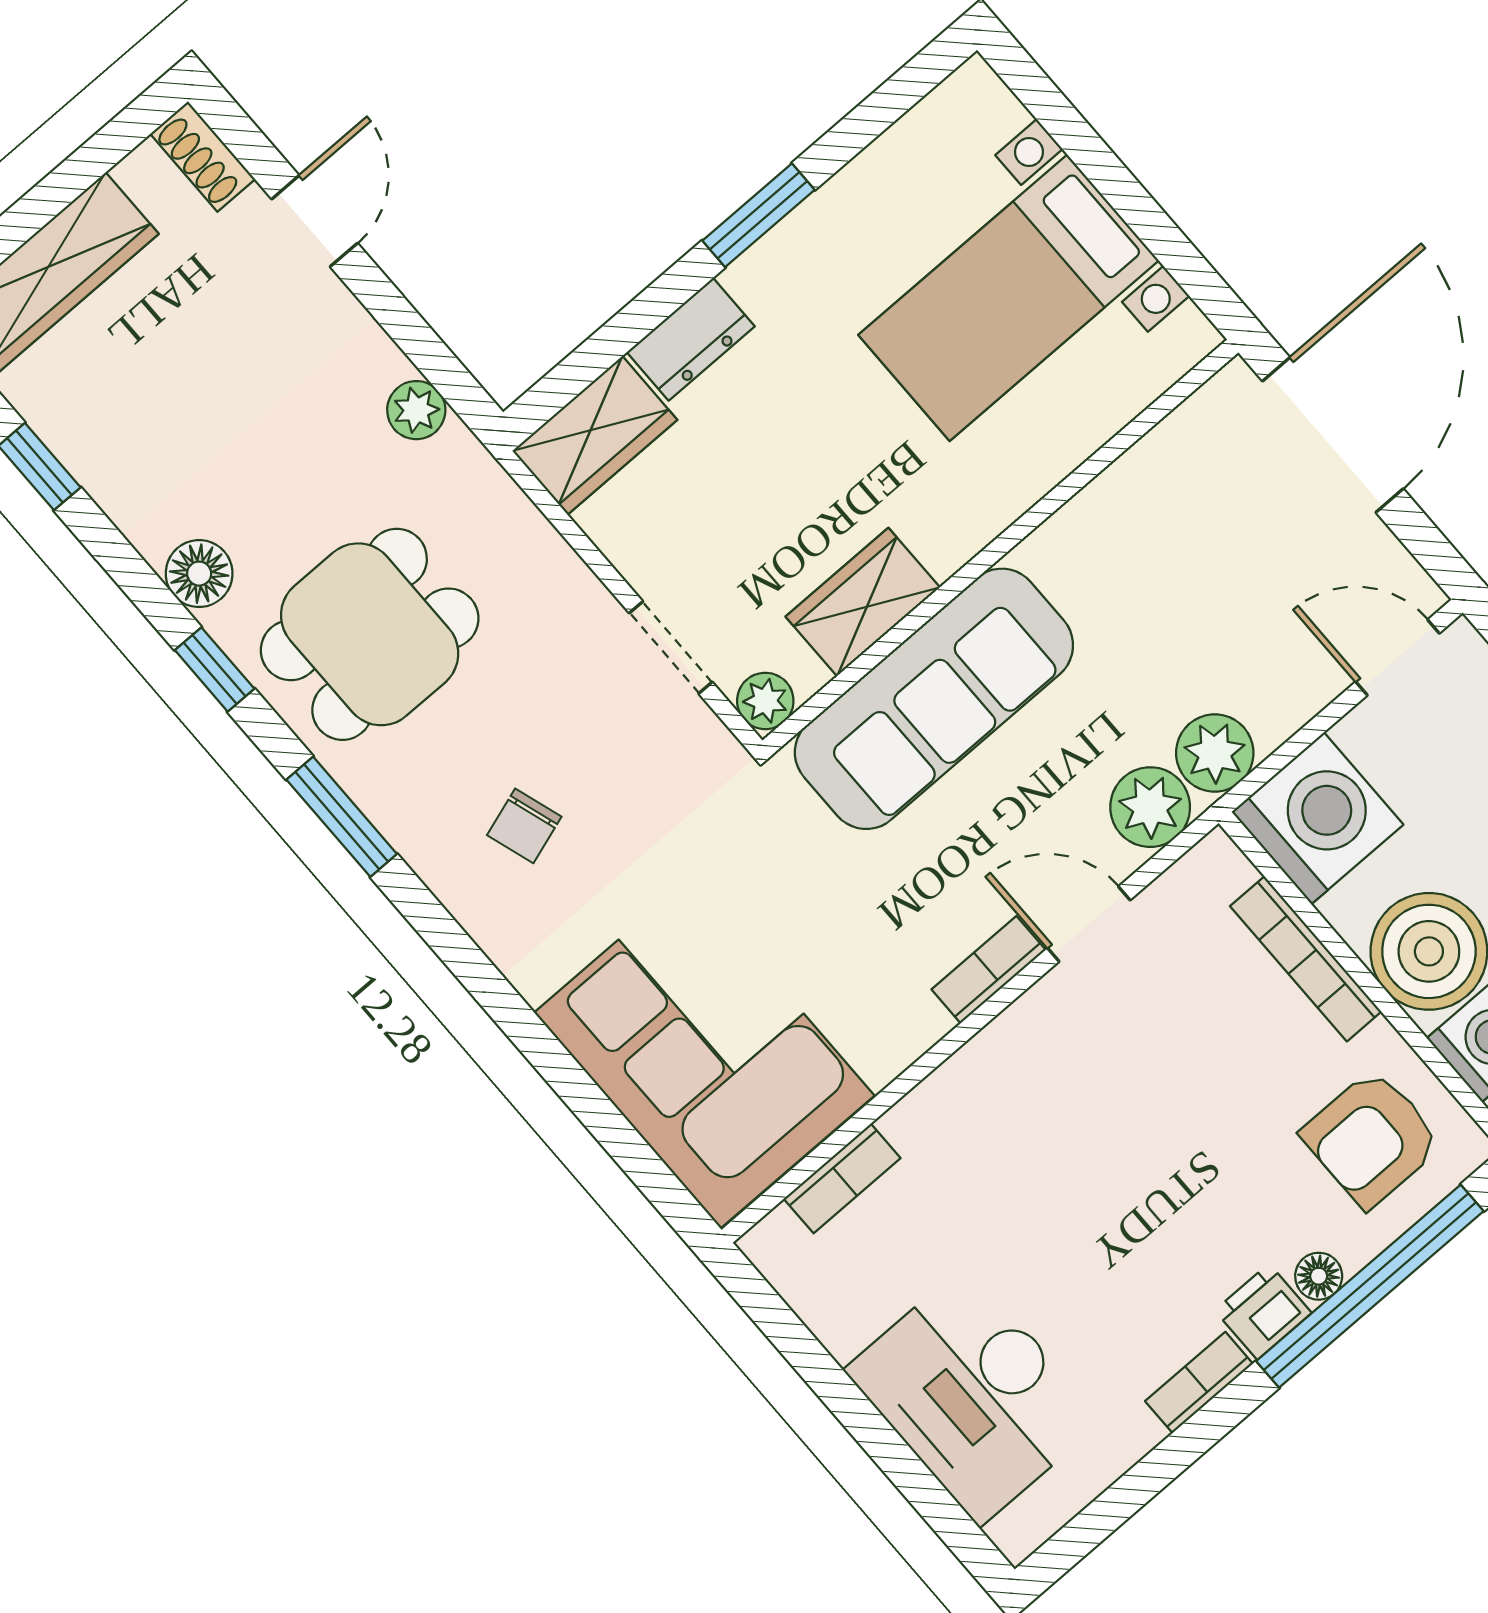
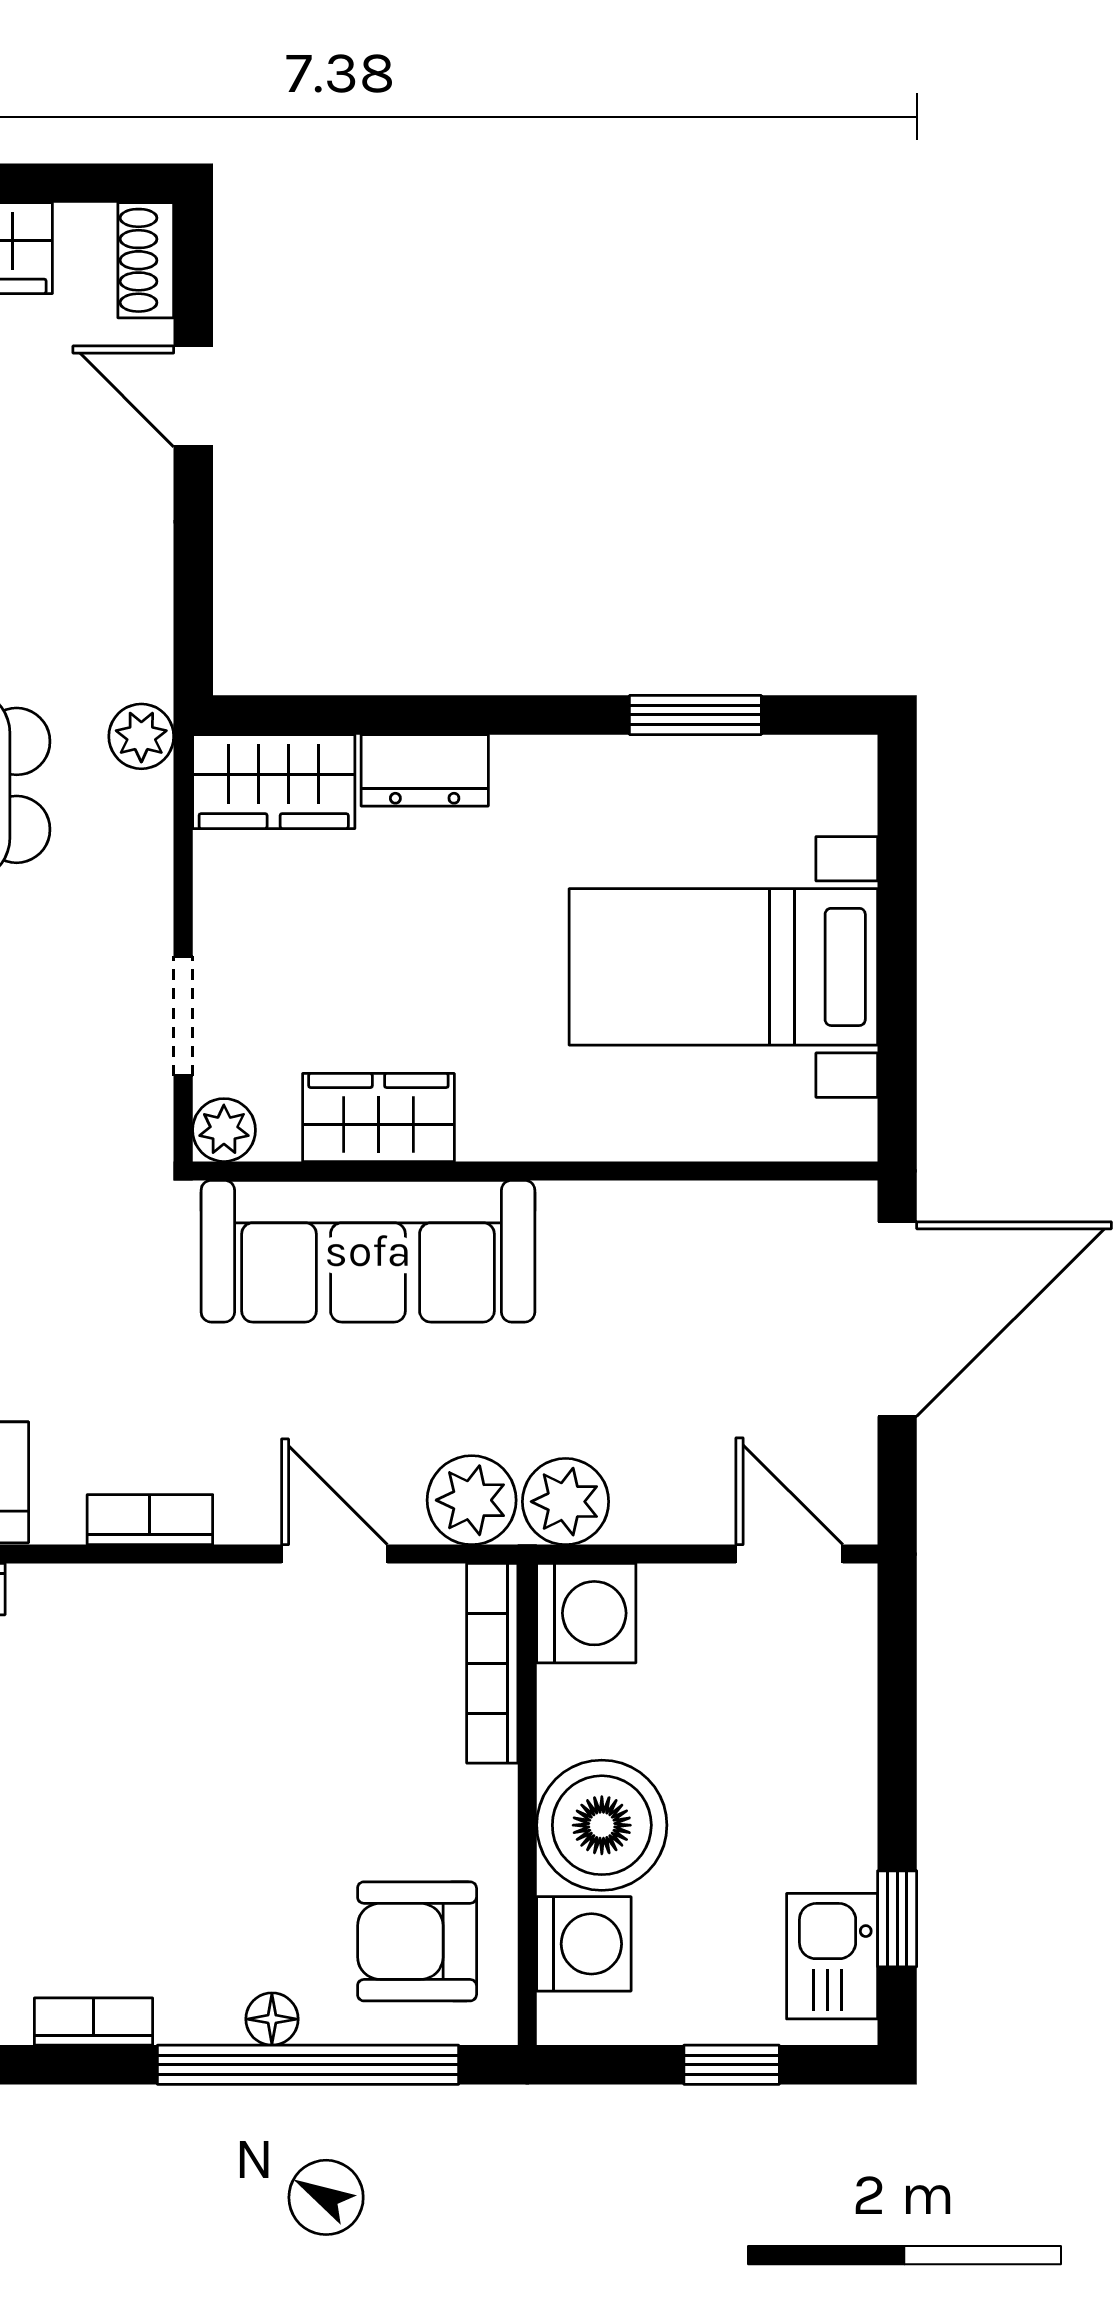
window: (758, 215) -> (695, 715), moved
door: (315, 221) -> (193, 396), swing flipped
plant: (416, 410) -> (141, 736), moved
washing machine: (1317, 818) -> (586, 1613), width x0.73, depth x0.73
bookcase: (1306, 959) -> (492, 1663), moved
bookcase: (989, 970) -> (150, 1520), moved
printer: (1263, 1312) -> (199, 2009), removed

